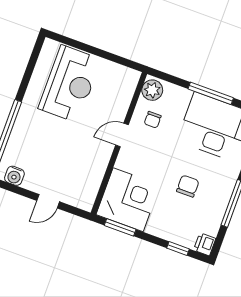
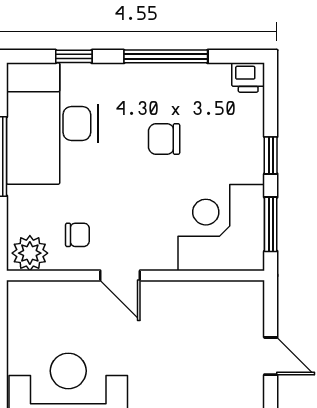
window: (178, 248) -> (271, 155), moved

